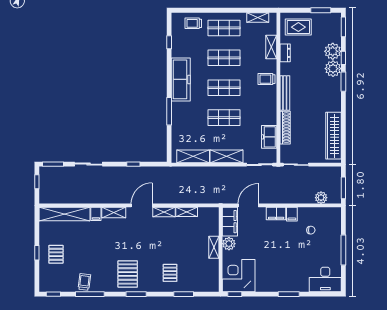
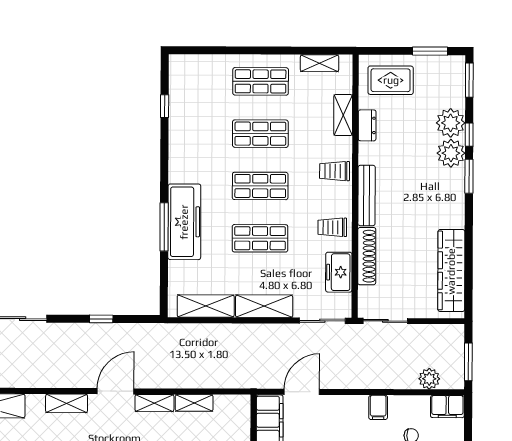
trolley: (193, 23) -> (332, 227), moved
freezer: (181, 79) -> (184, 222), moved
filing cabinet: (276, 213) -> (447, 407), moved
filing cabinet: (96, 214) -> (35, 406), removed

